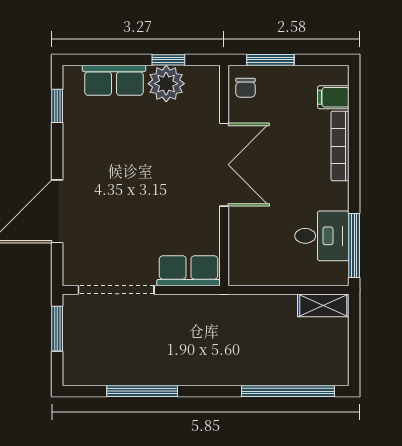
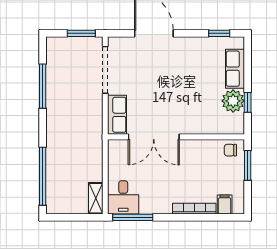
double door: (224, 165) -> (154, 137), moved
desk: (322, 236) -> (123, 197), moved

